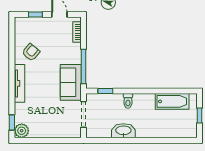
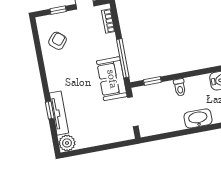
armchair: (31, 52) -> (58, 41), moved
tv unit: (19, 83) -> (59, 113), moved
window: (12, 122) -> (50, 110), moved
washbasin: (123, 131) -> (198, 118), moved

